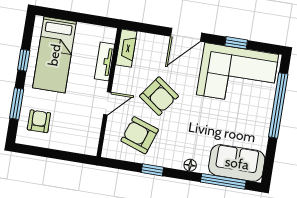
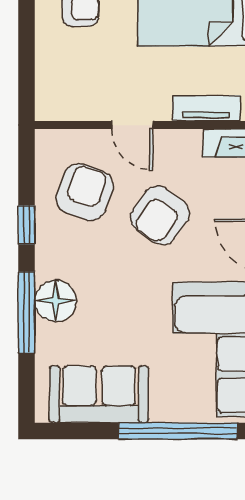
sofa: (237, 163) -> (99, 394), moved, turned -90
floor lamp: (190, 165) -> (55, 301), width x1.89, depth x1.89
window: (223, 181) -> (26, 312), moved

